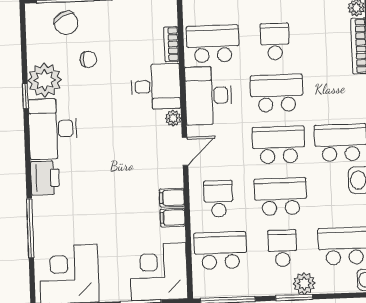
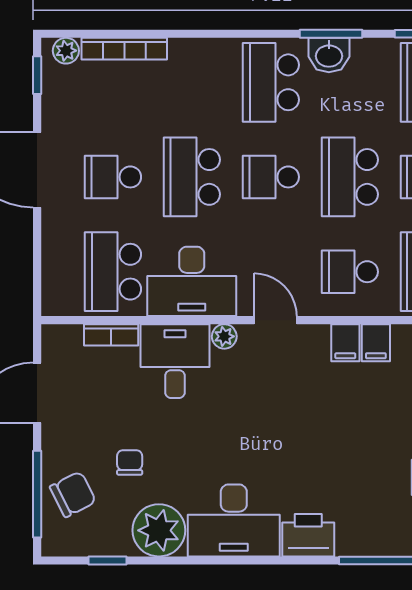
window: (25, 96) -> (107, 561), moved
school desk: (279, 145) -> (271, 177), width x0.54

